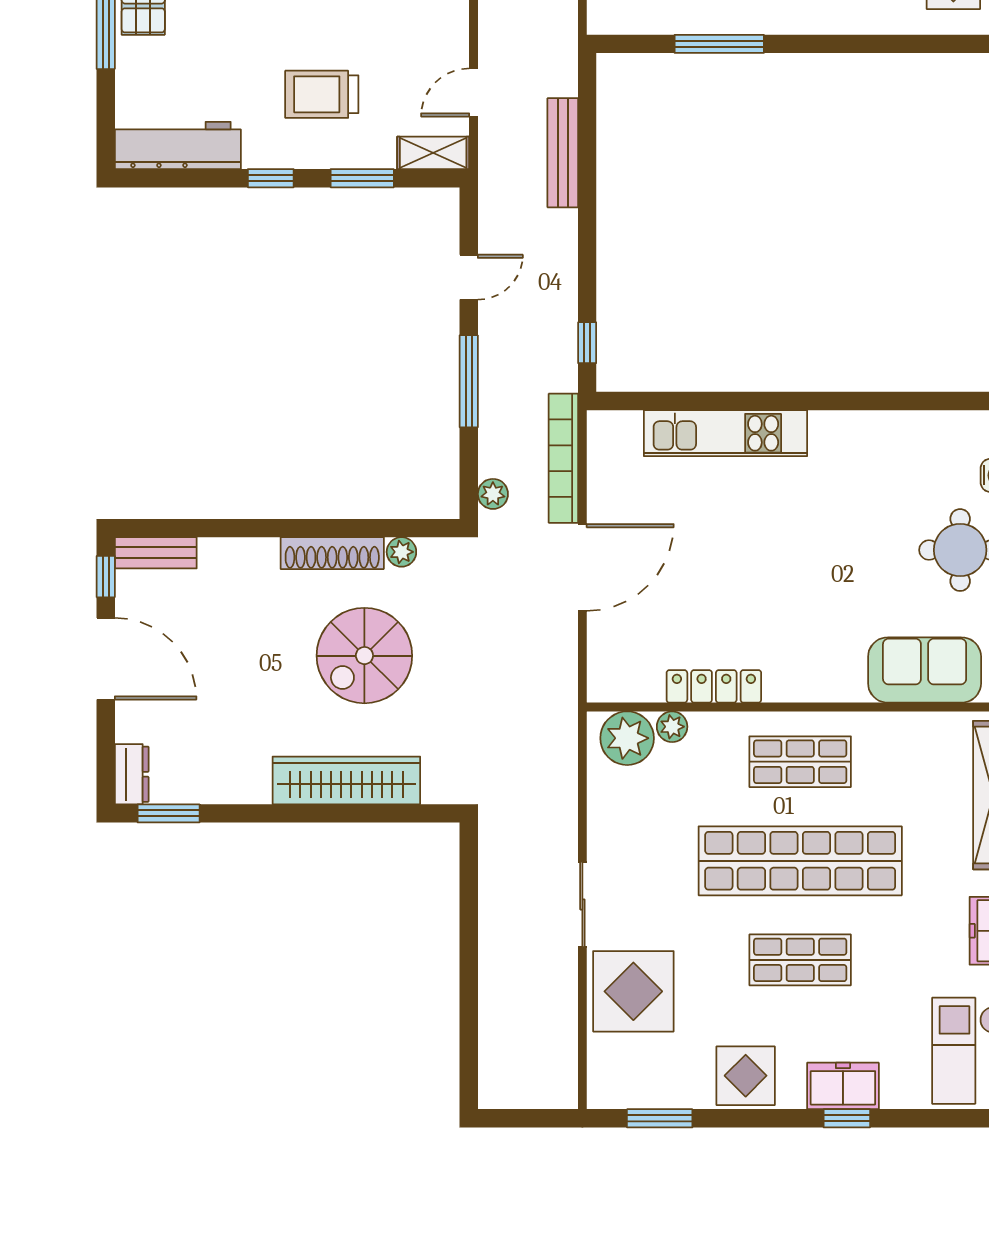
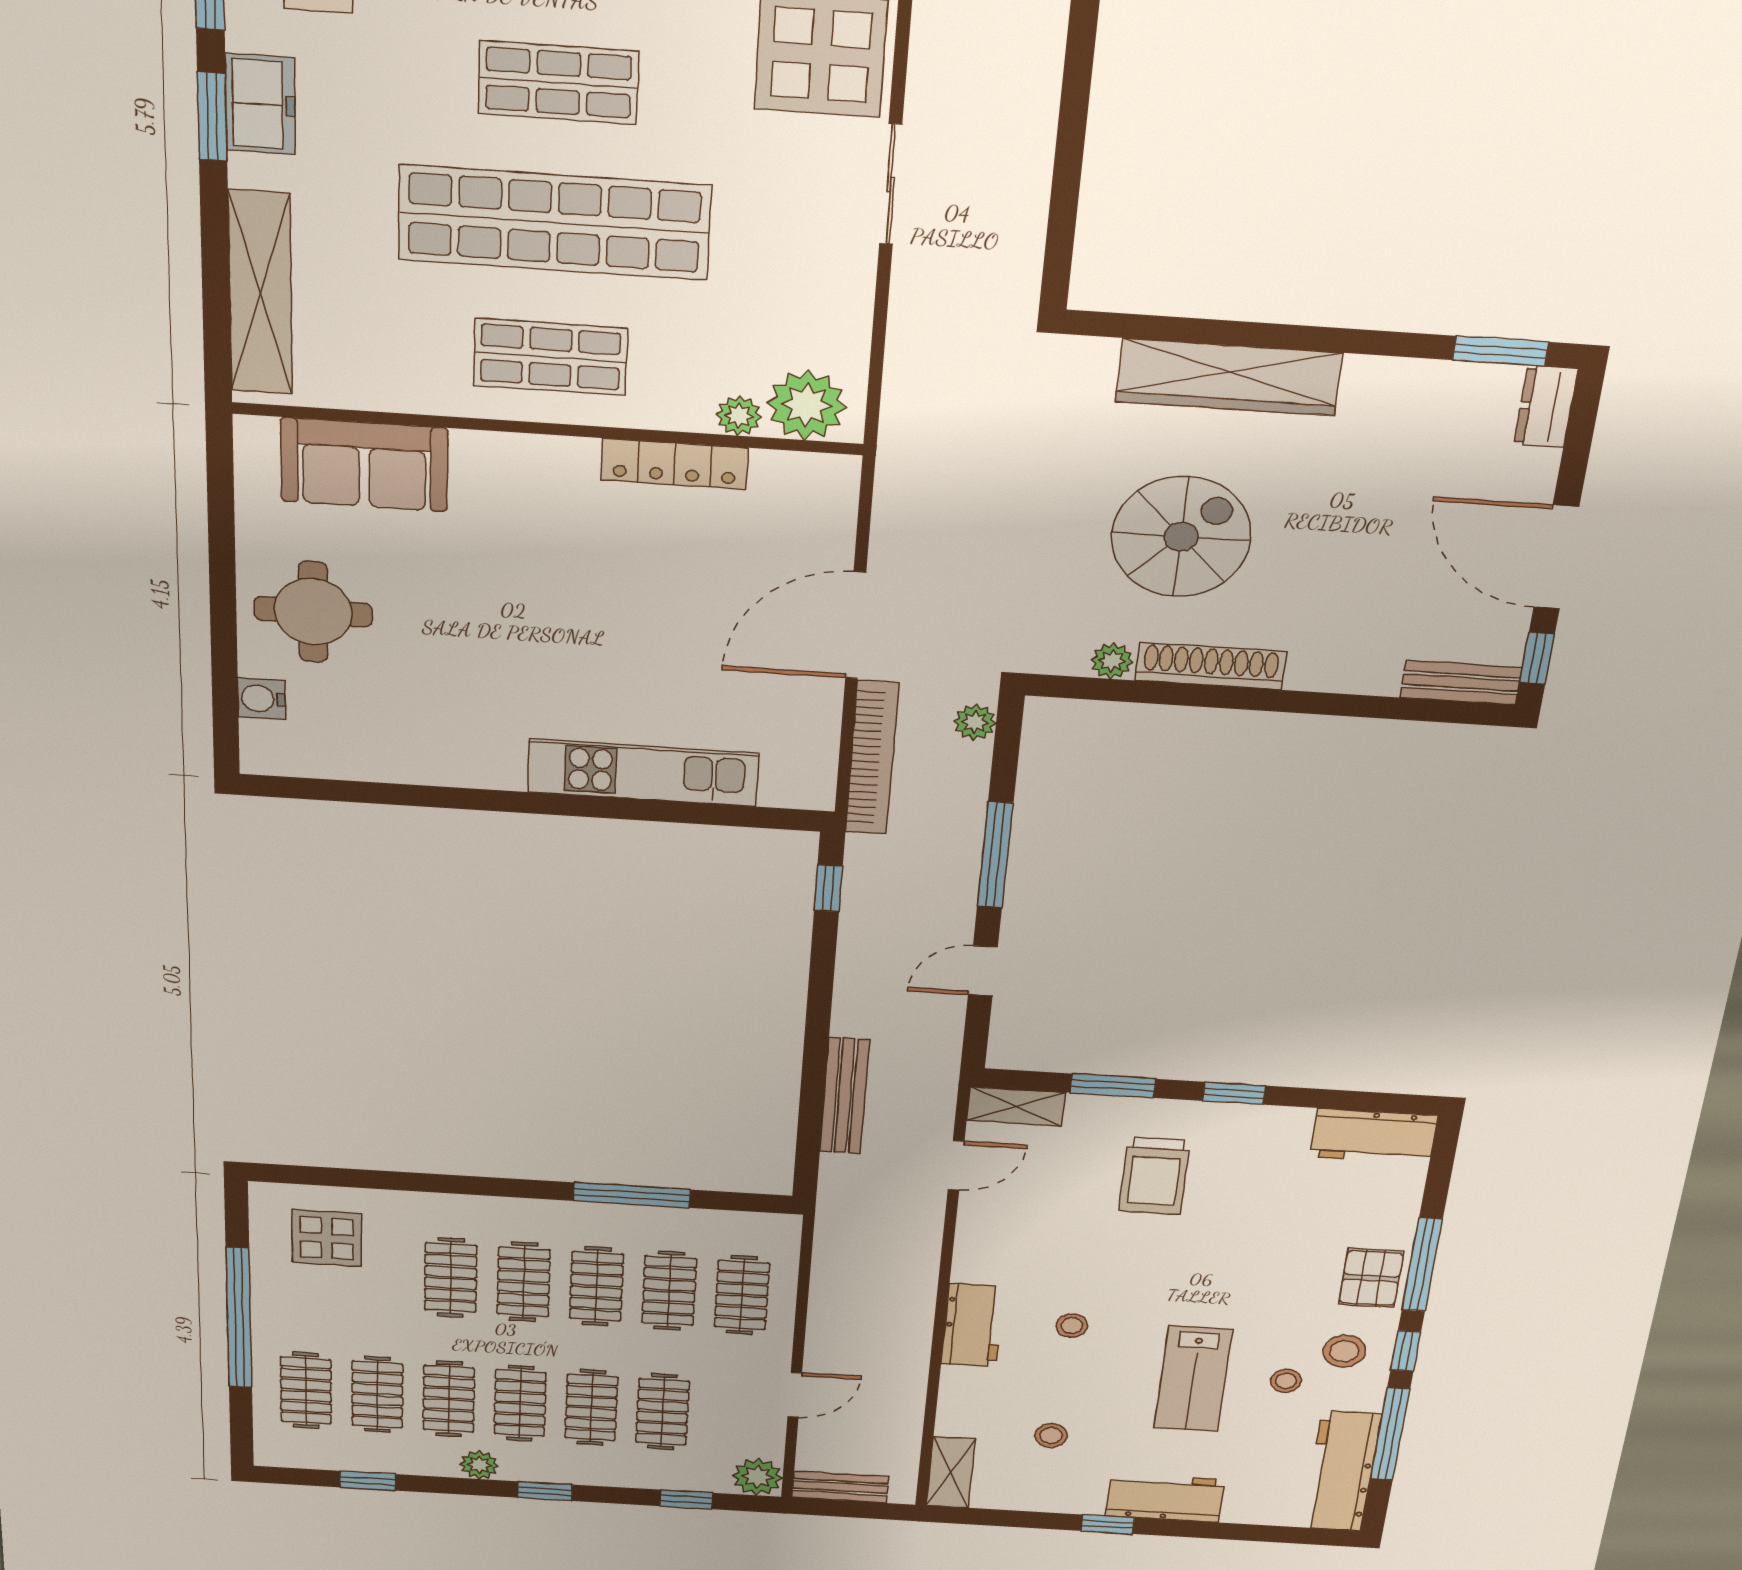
trolley: (322, 94) -> (1154, 1176), turned 90
workbench: (178, 145) -> (1374, 1136), width x0.73

